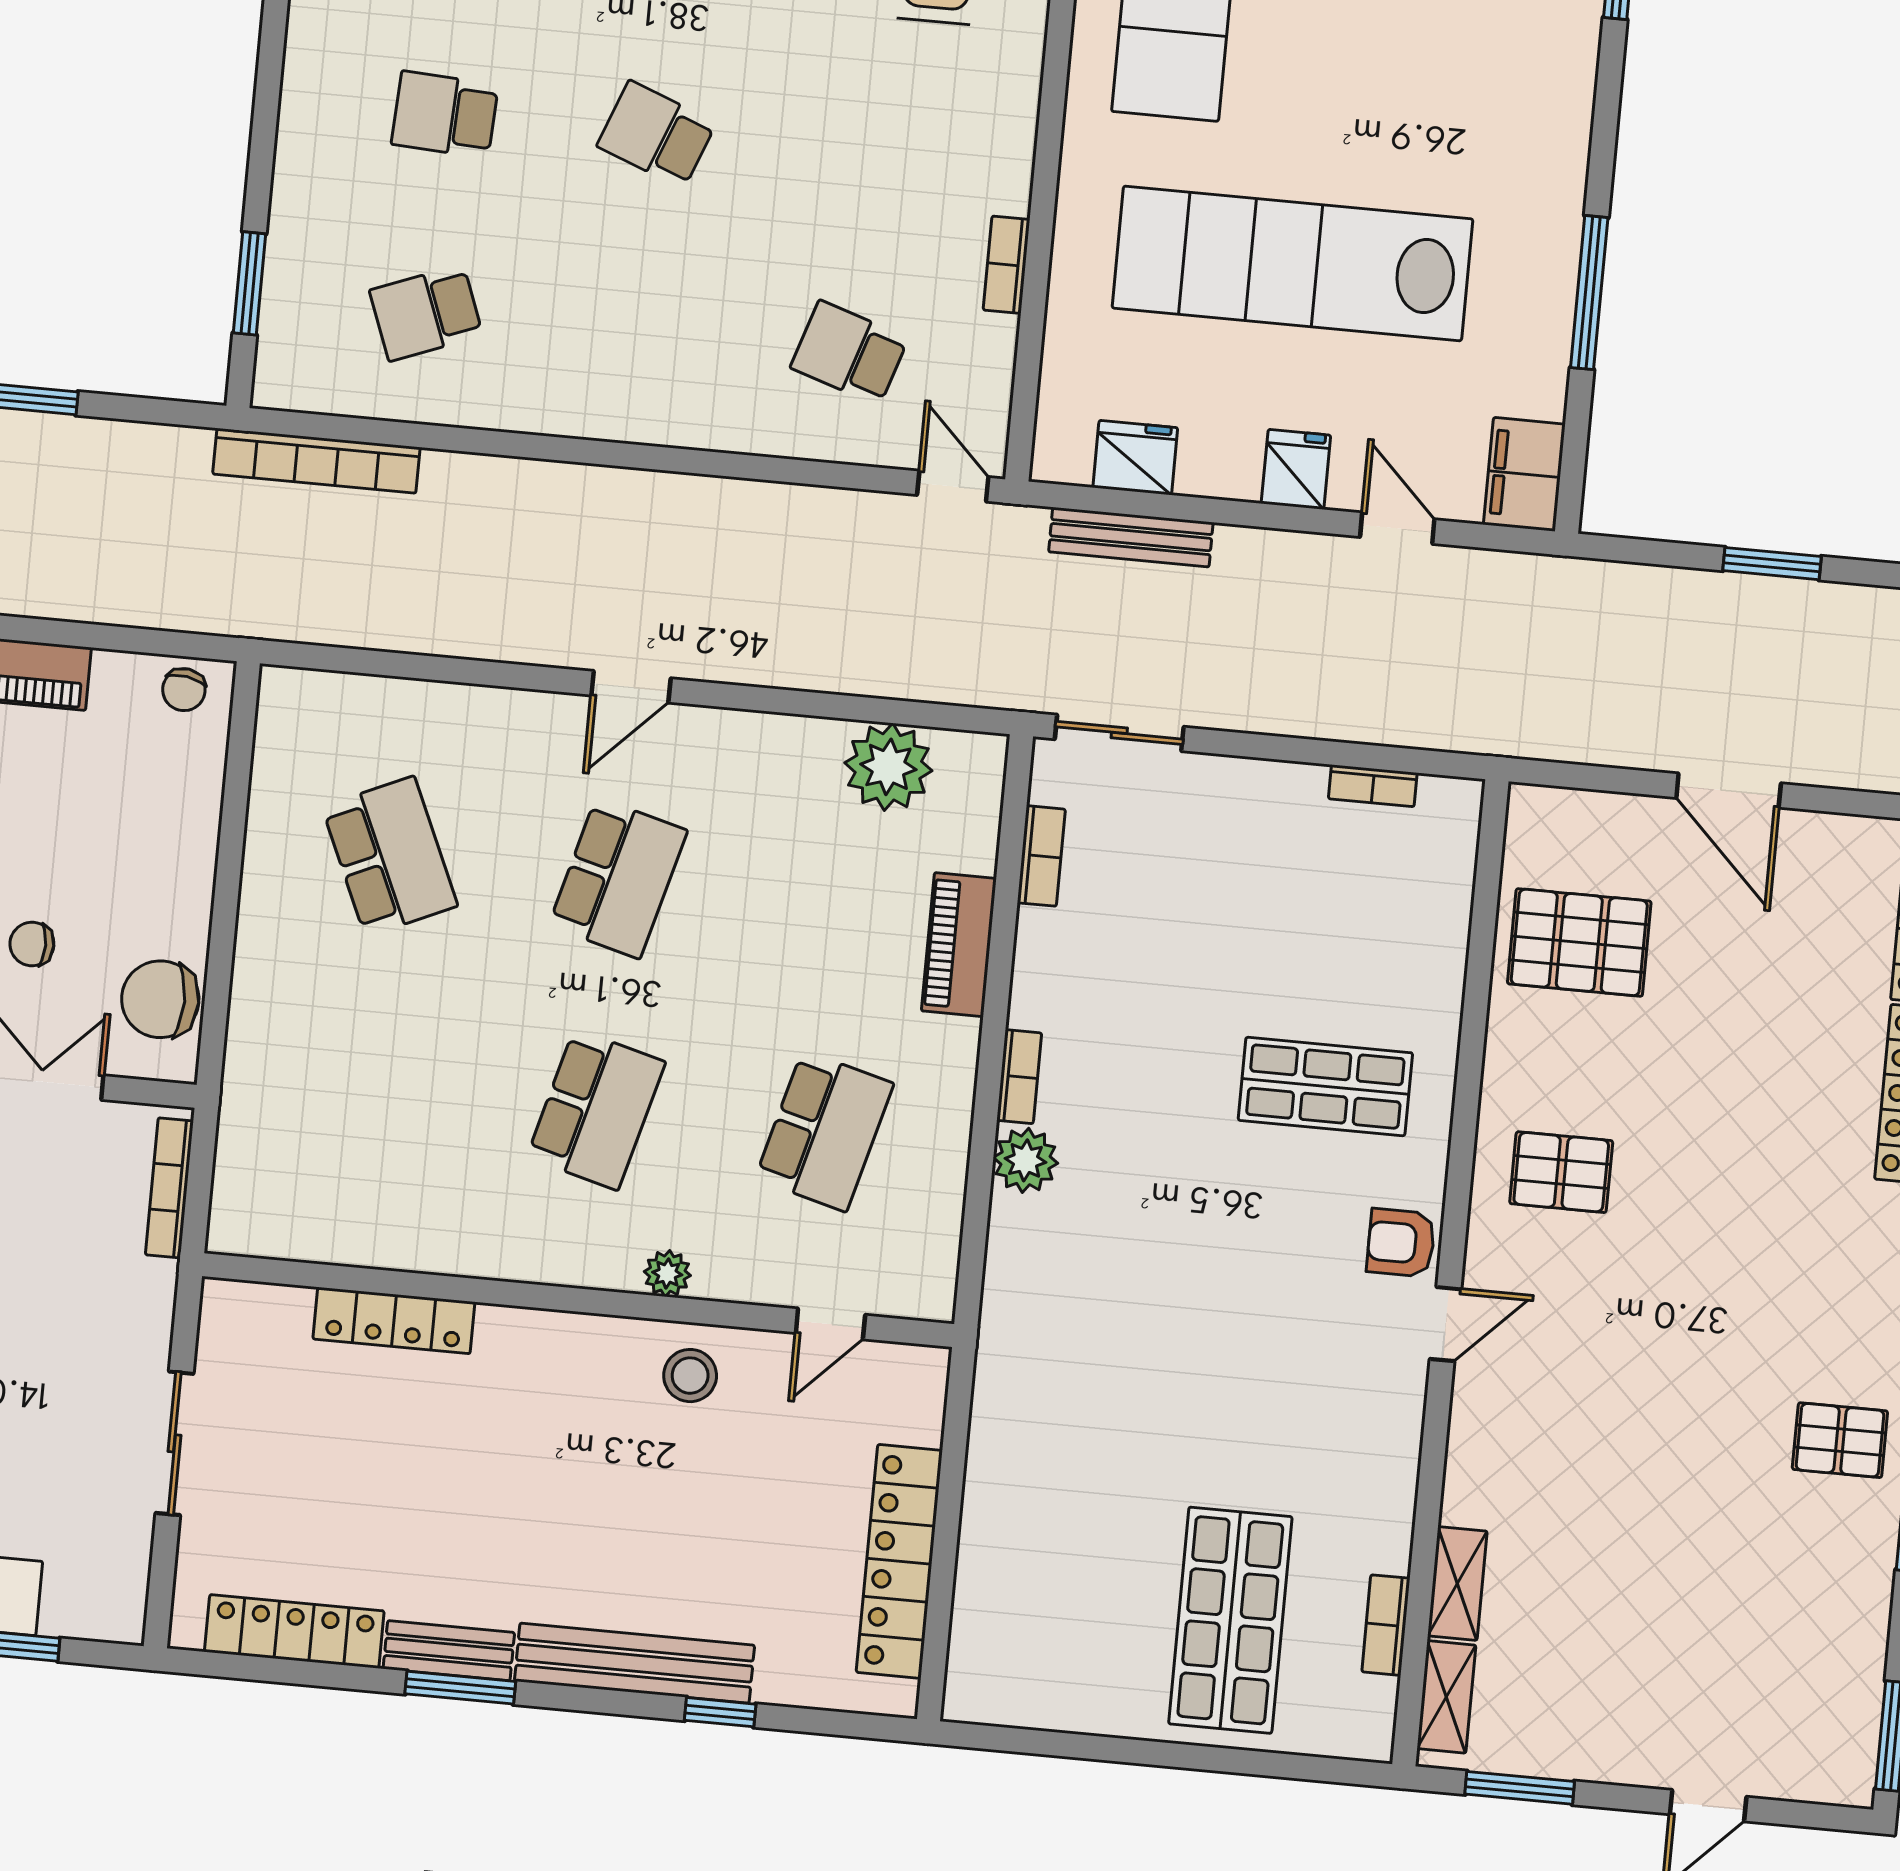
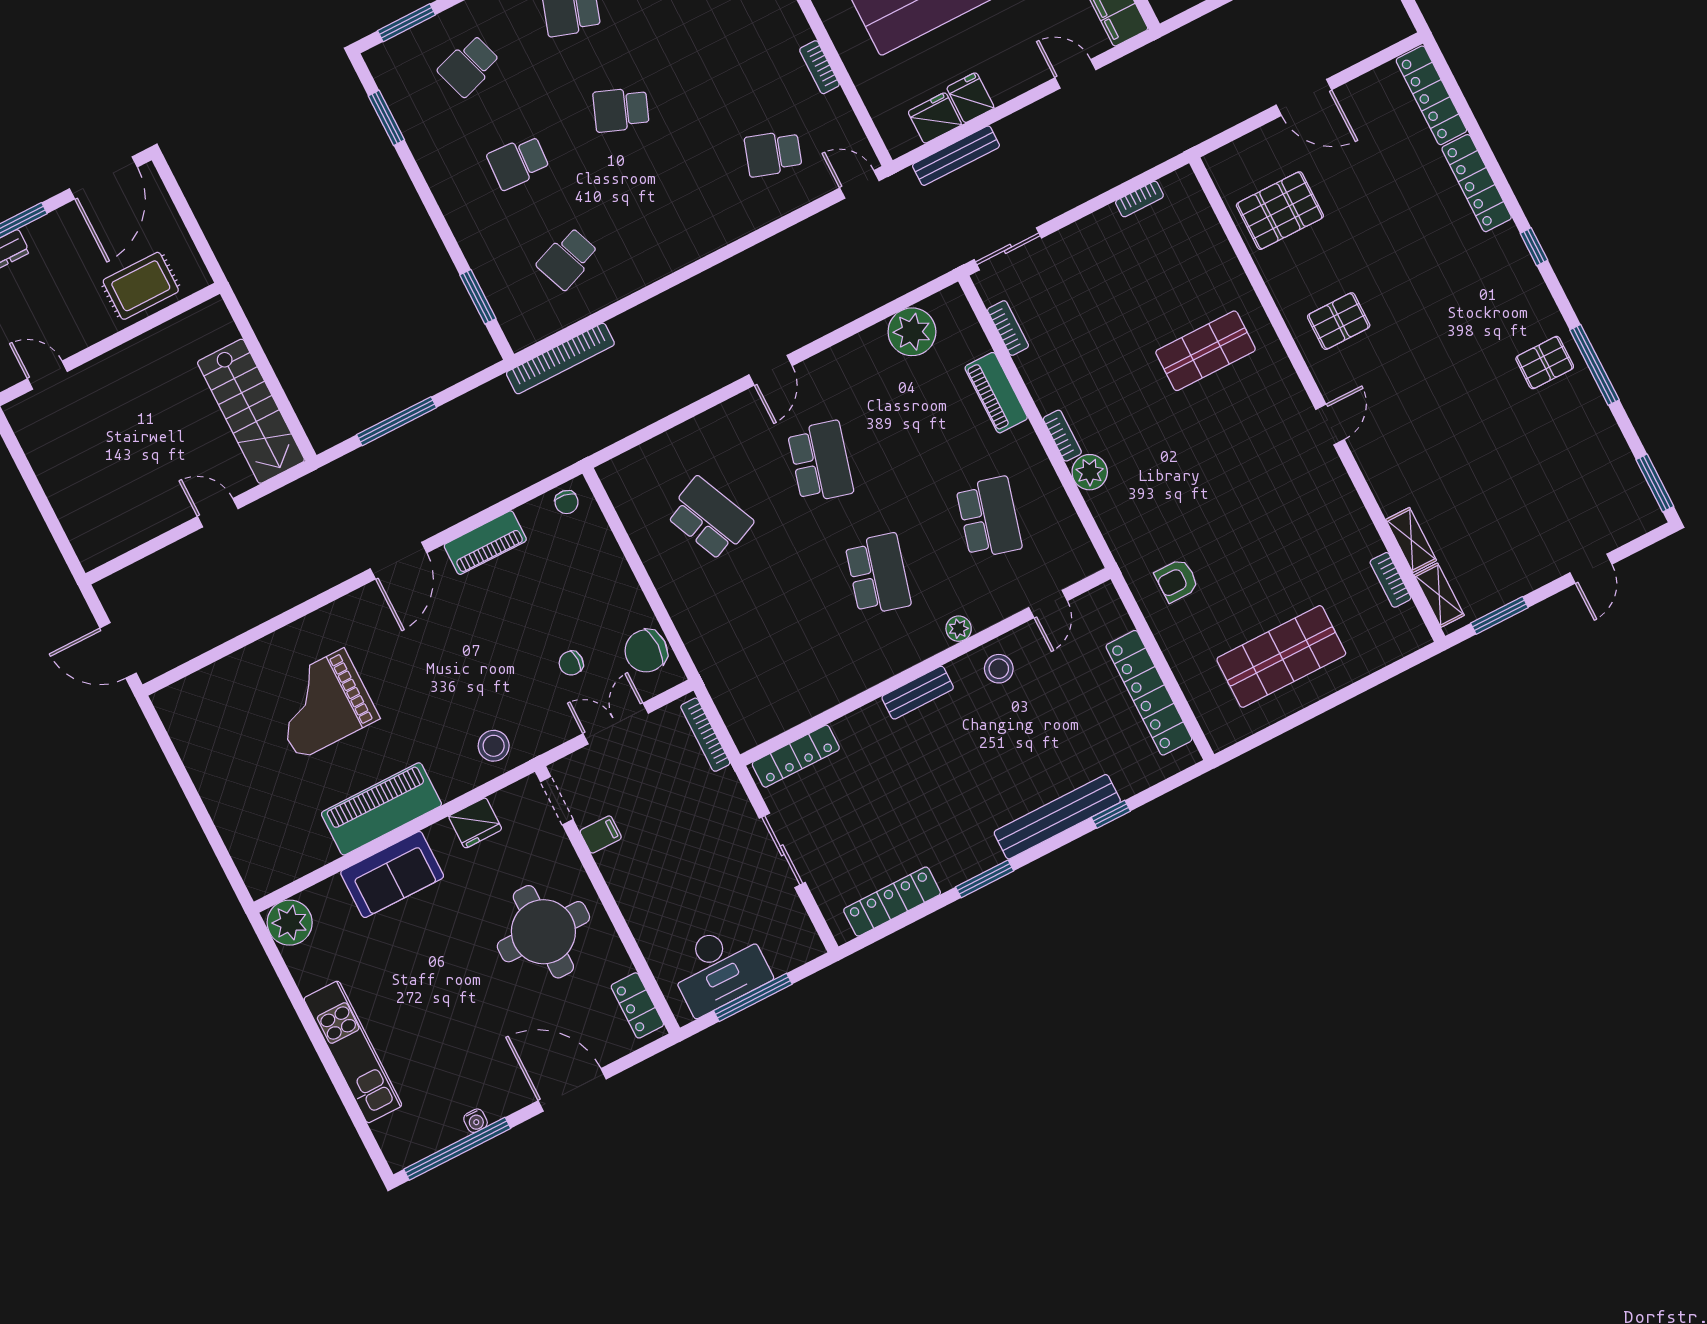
fridge: (1296, 469) -> (970, 98), moved
armchair: (1401, 1243) -> (1177, 580), moved
locker: (394, 1320) -> (796, 756), moved
shop shelf: (1230, 1620) -> (1281, 656), moved, turned 90
bench: (449, 1651) -> (918, 693), moved

